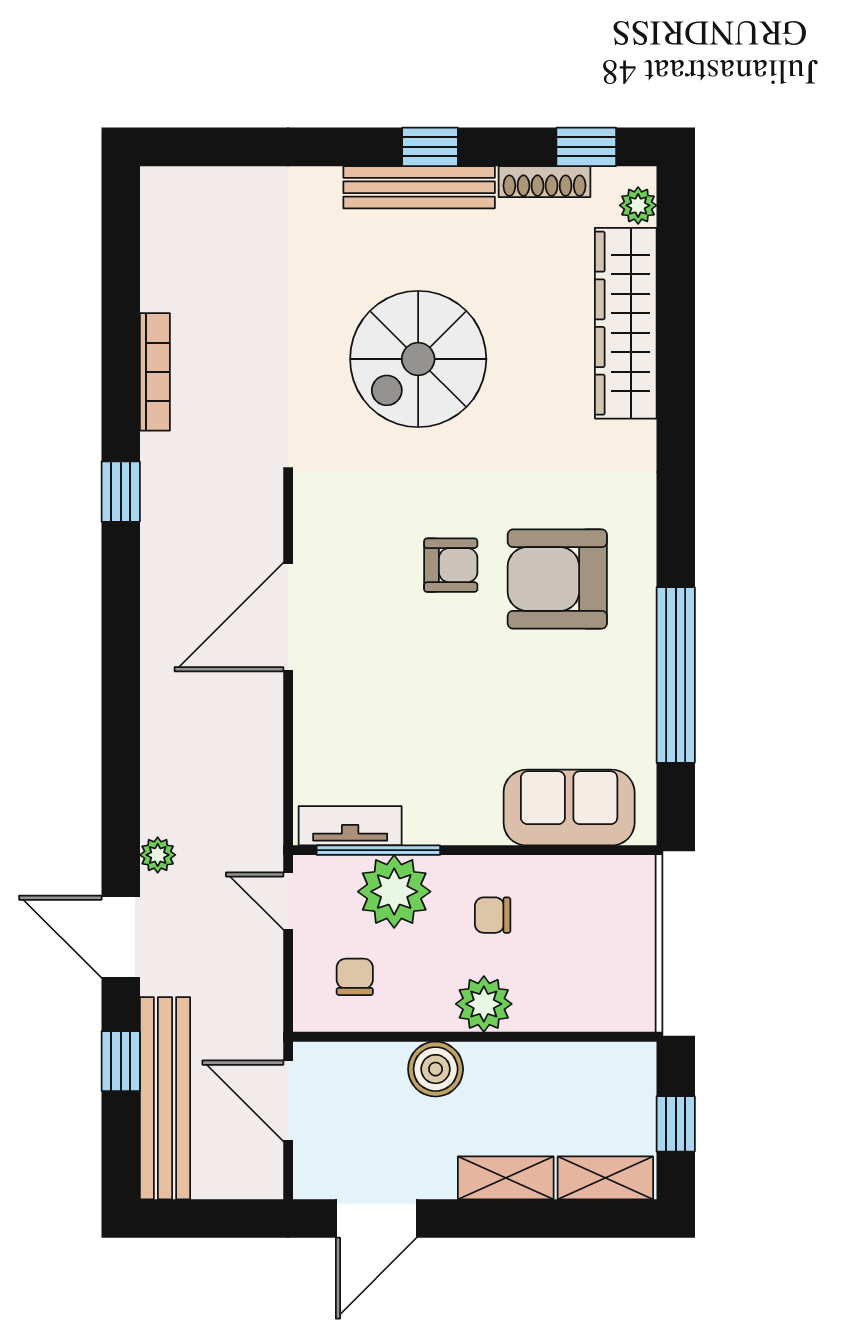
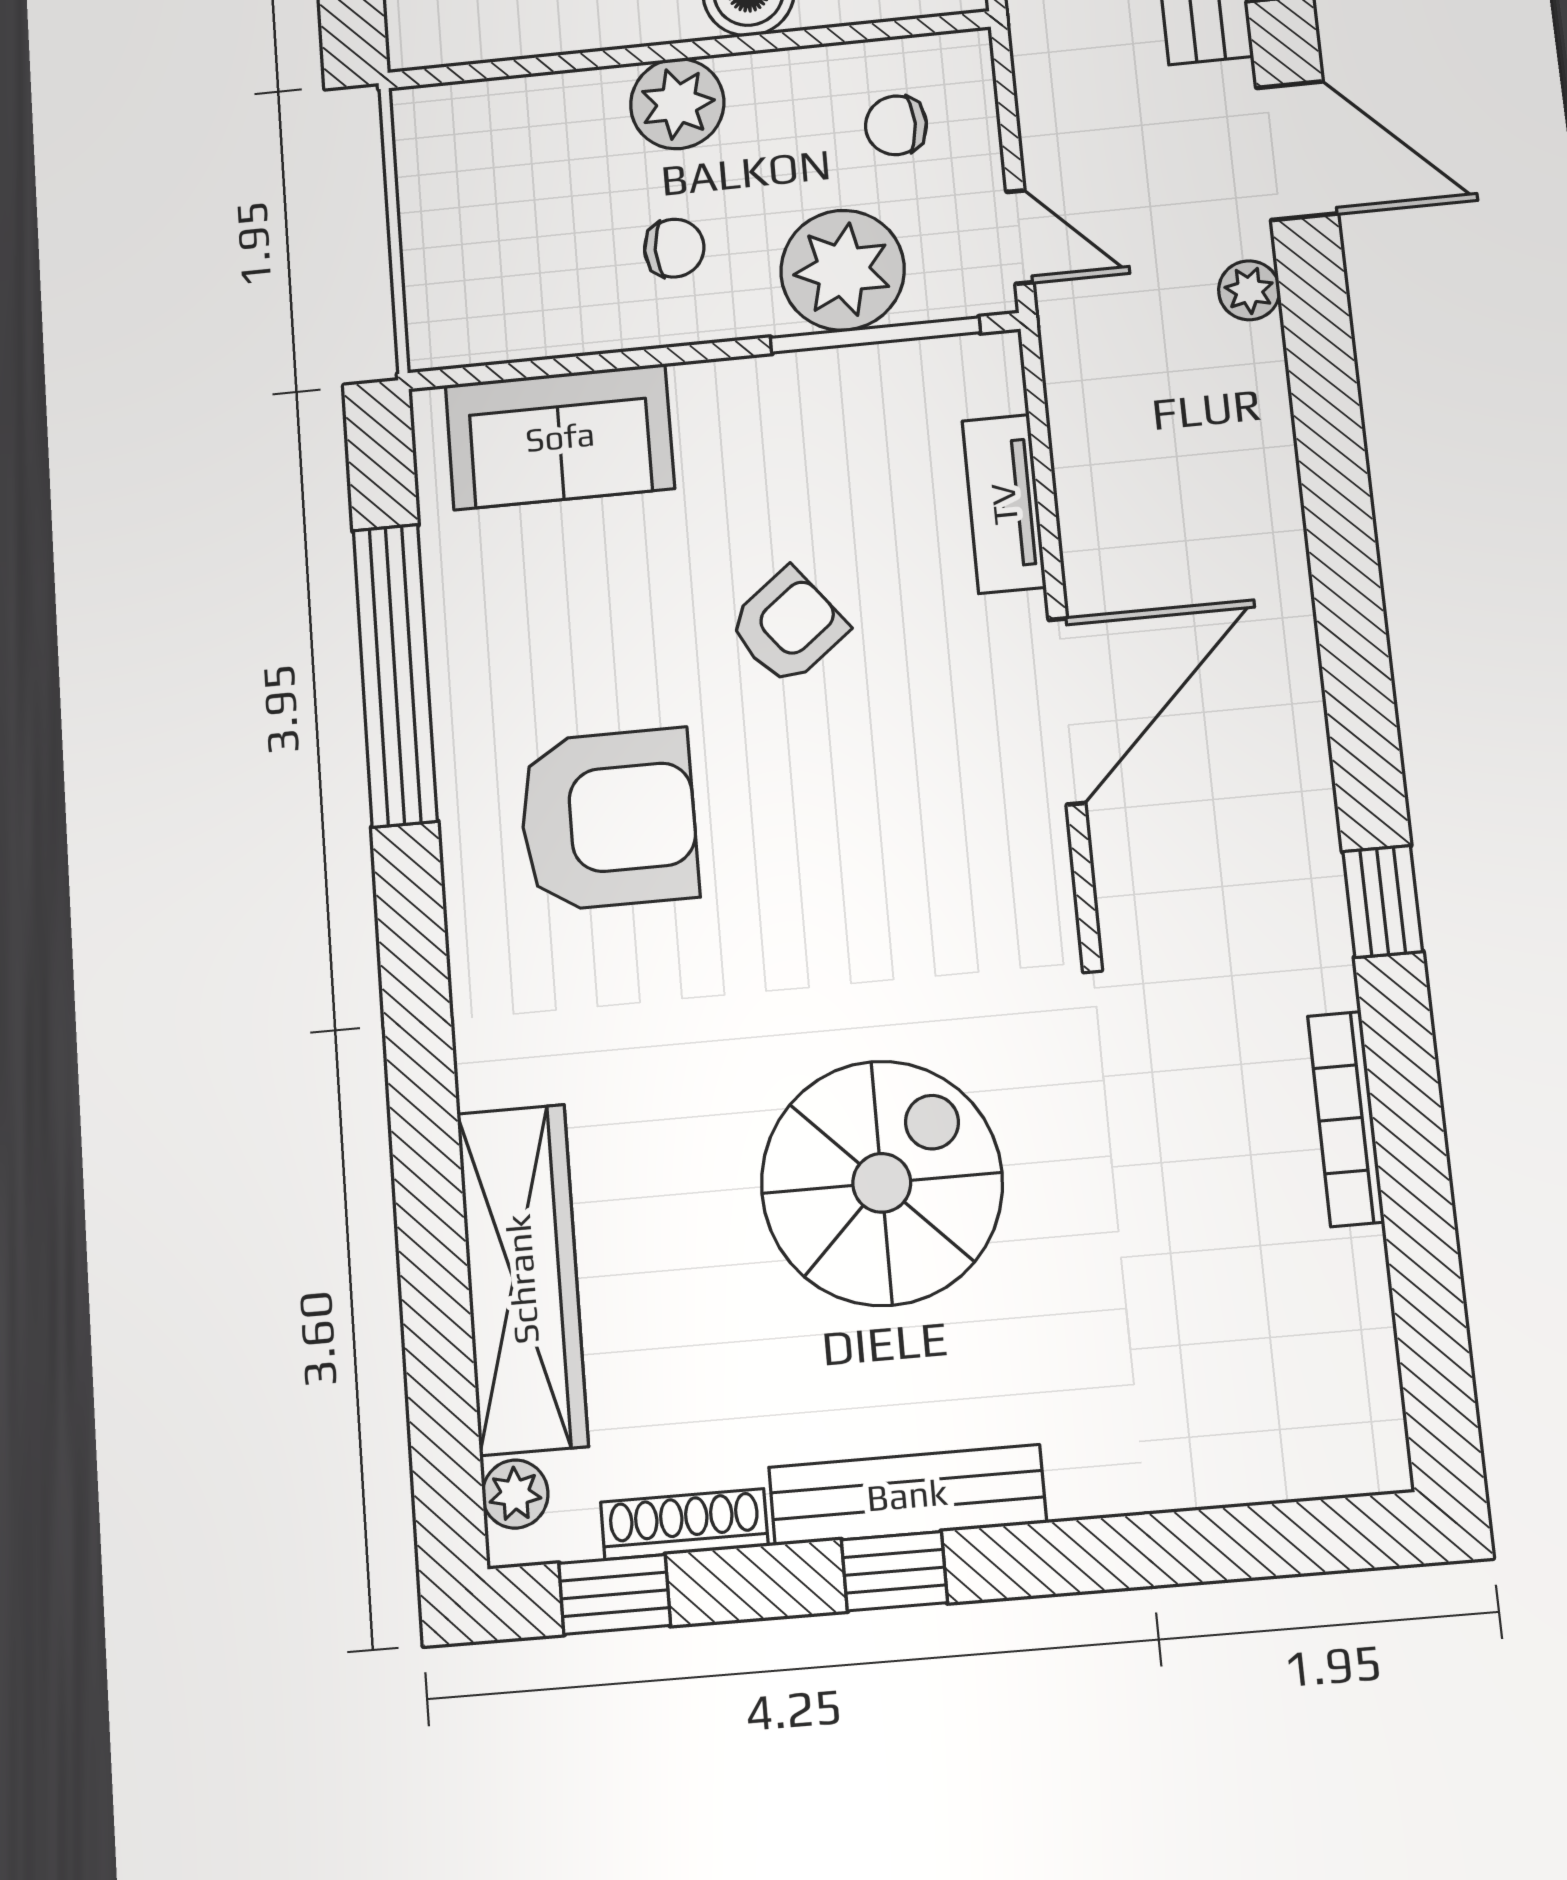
armchair: (451, 565) -> (788, 626), moved, turned 142
tv unit: (350, 826) -> (1004, 504), moved, turned 90
chair: (355, 977) -> (896, 125), turned 90

